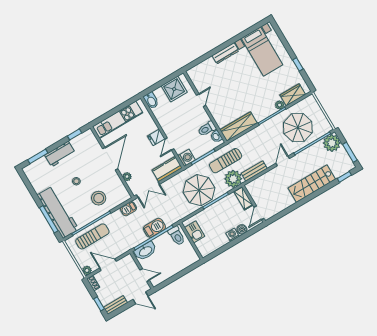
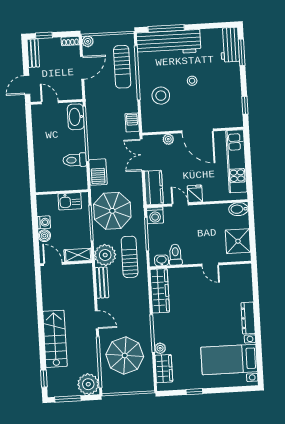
workbench: (60, 154) -> (230, 45), moved
barbecue: (154, 228) -> (98, 172), moved
kitchen sink: (195, 232) -> (70, 201), moved
wall: (191, 241) -> (62, 192), moved
door: (145, 275) -> (50, 102), swing flipped

